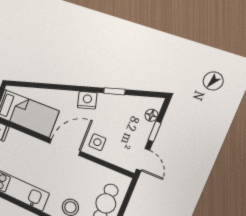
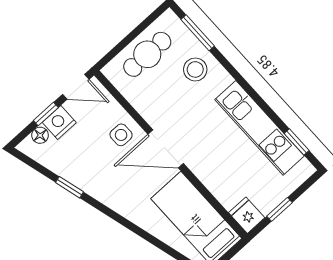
nightstand: (87, 100) -> (59, 122), moved, turned 105
door: (143, 160) -> (76, 87), swing flipped

